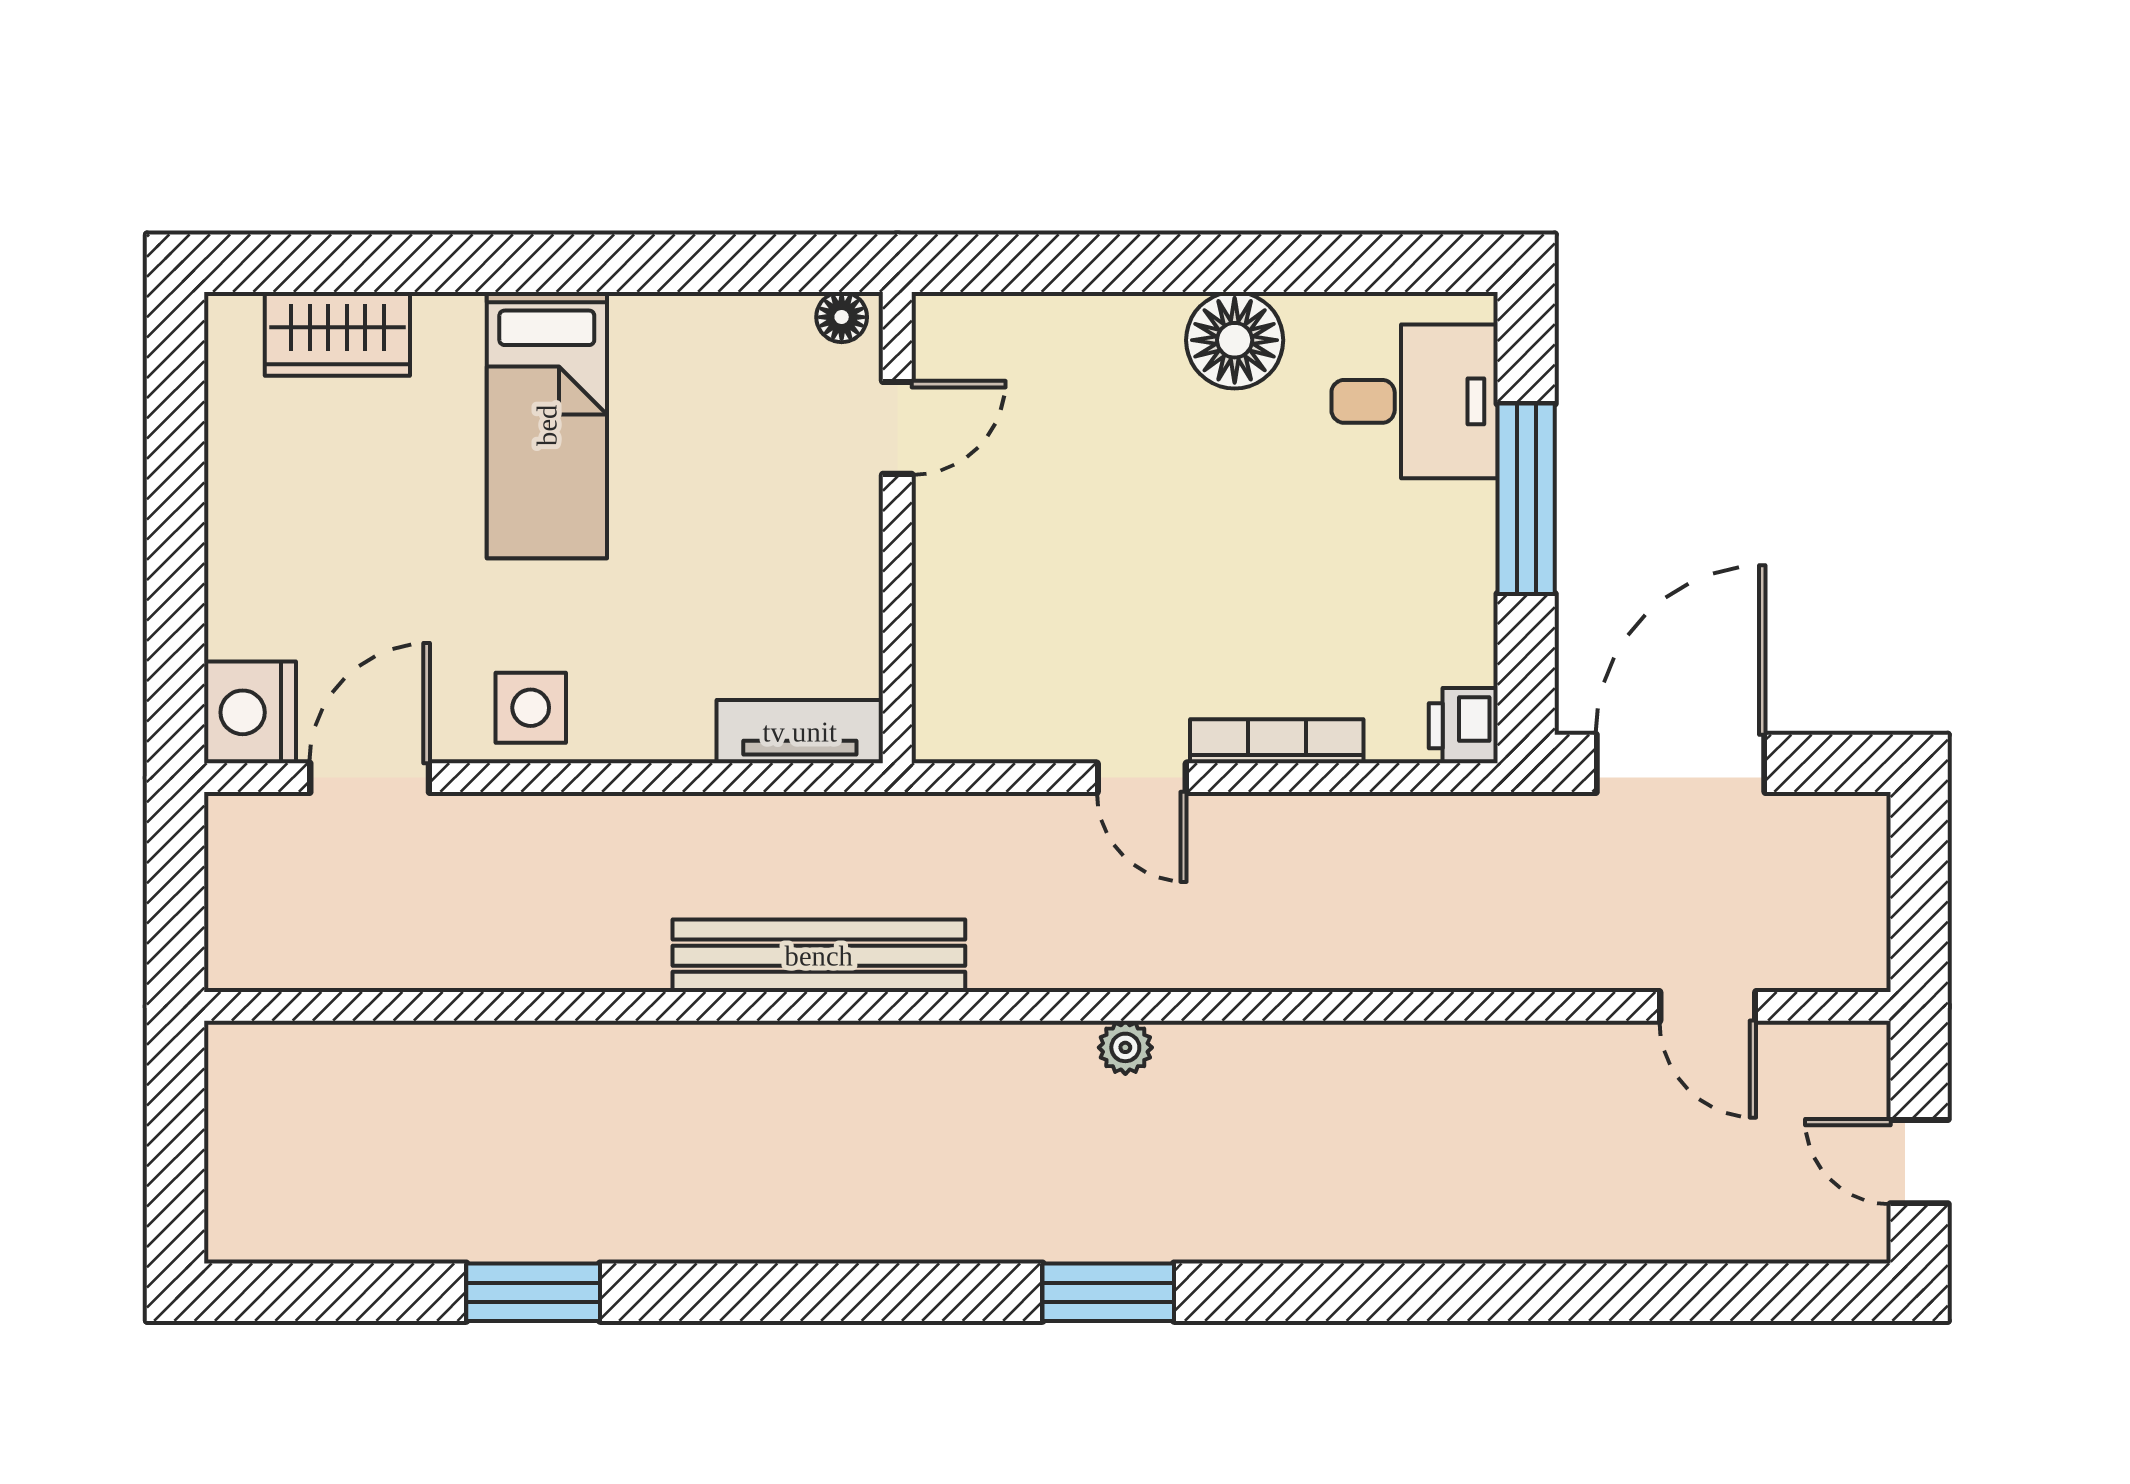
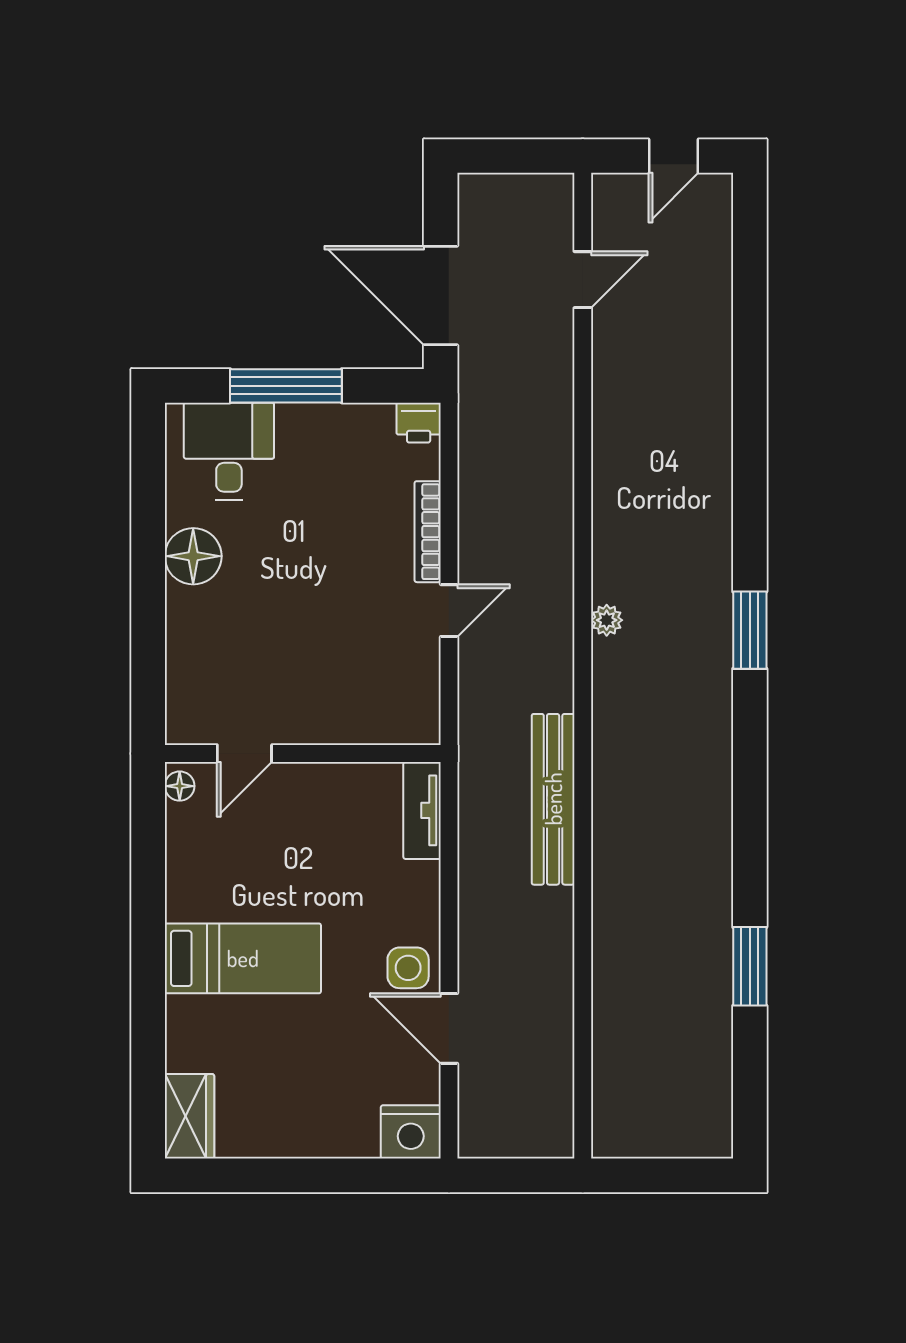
wardrobe: (337, 334) -> (189, 1116), moved
door: (897, 428) -> (244, 753), swing flipped
door: (370, 778) -> (449, 1028), moved

